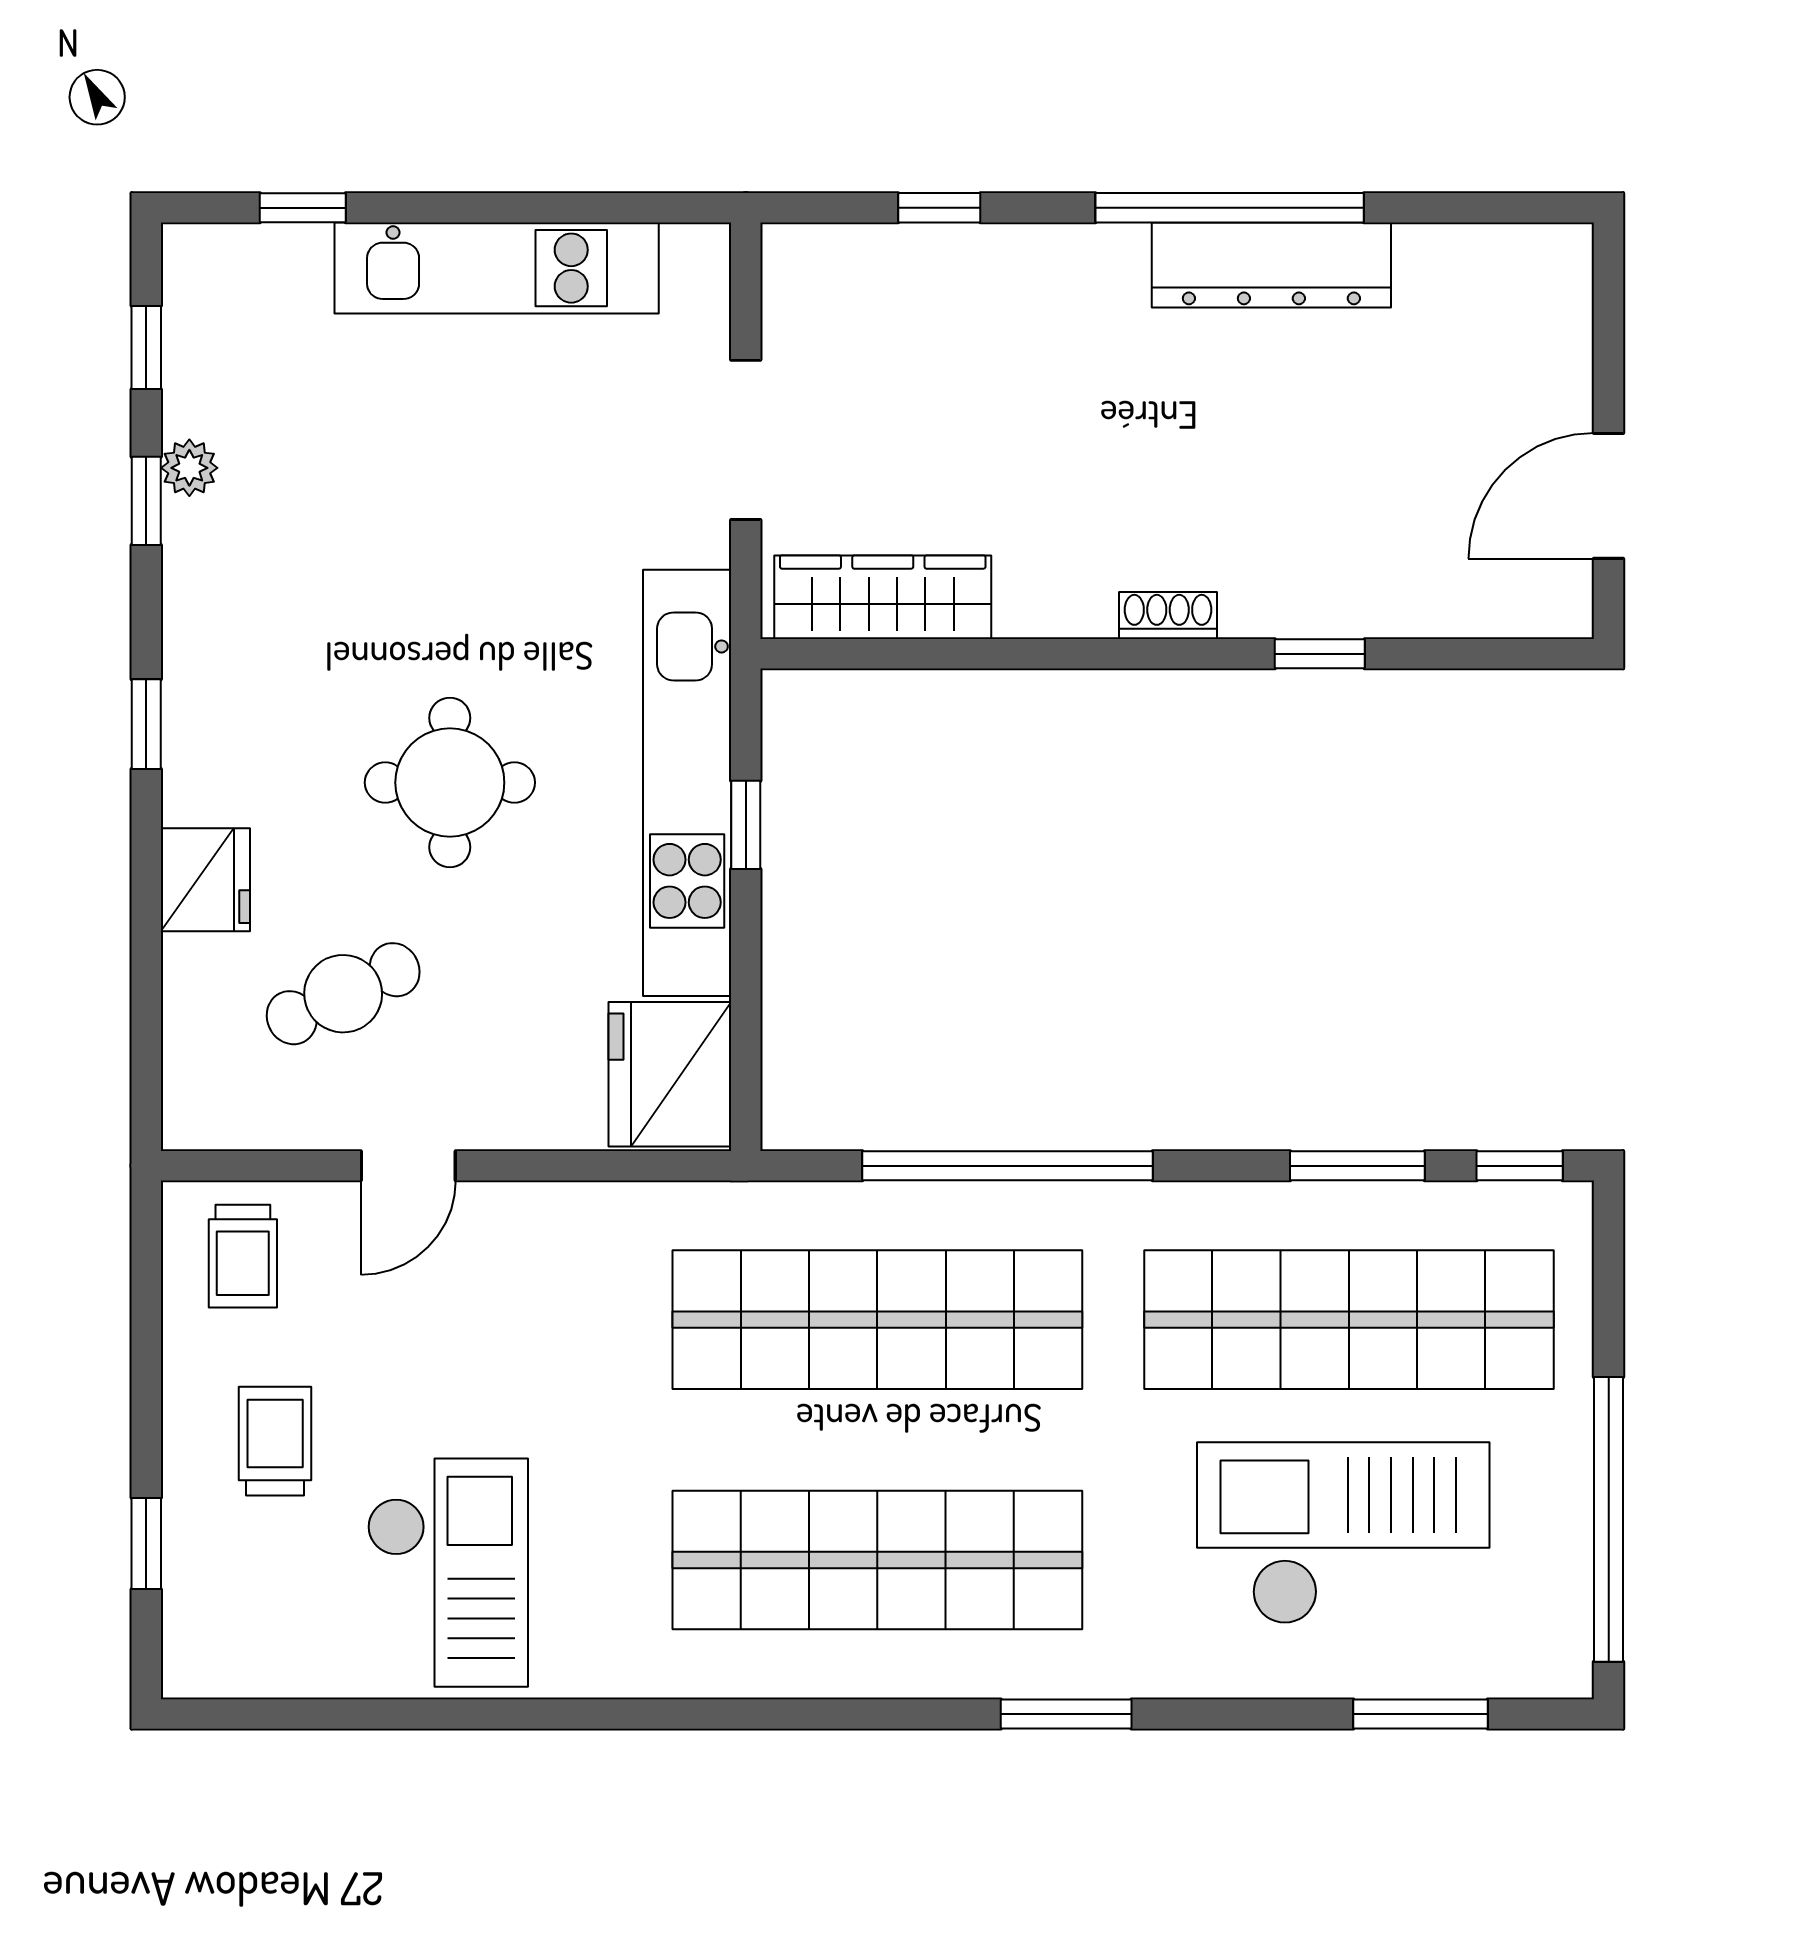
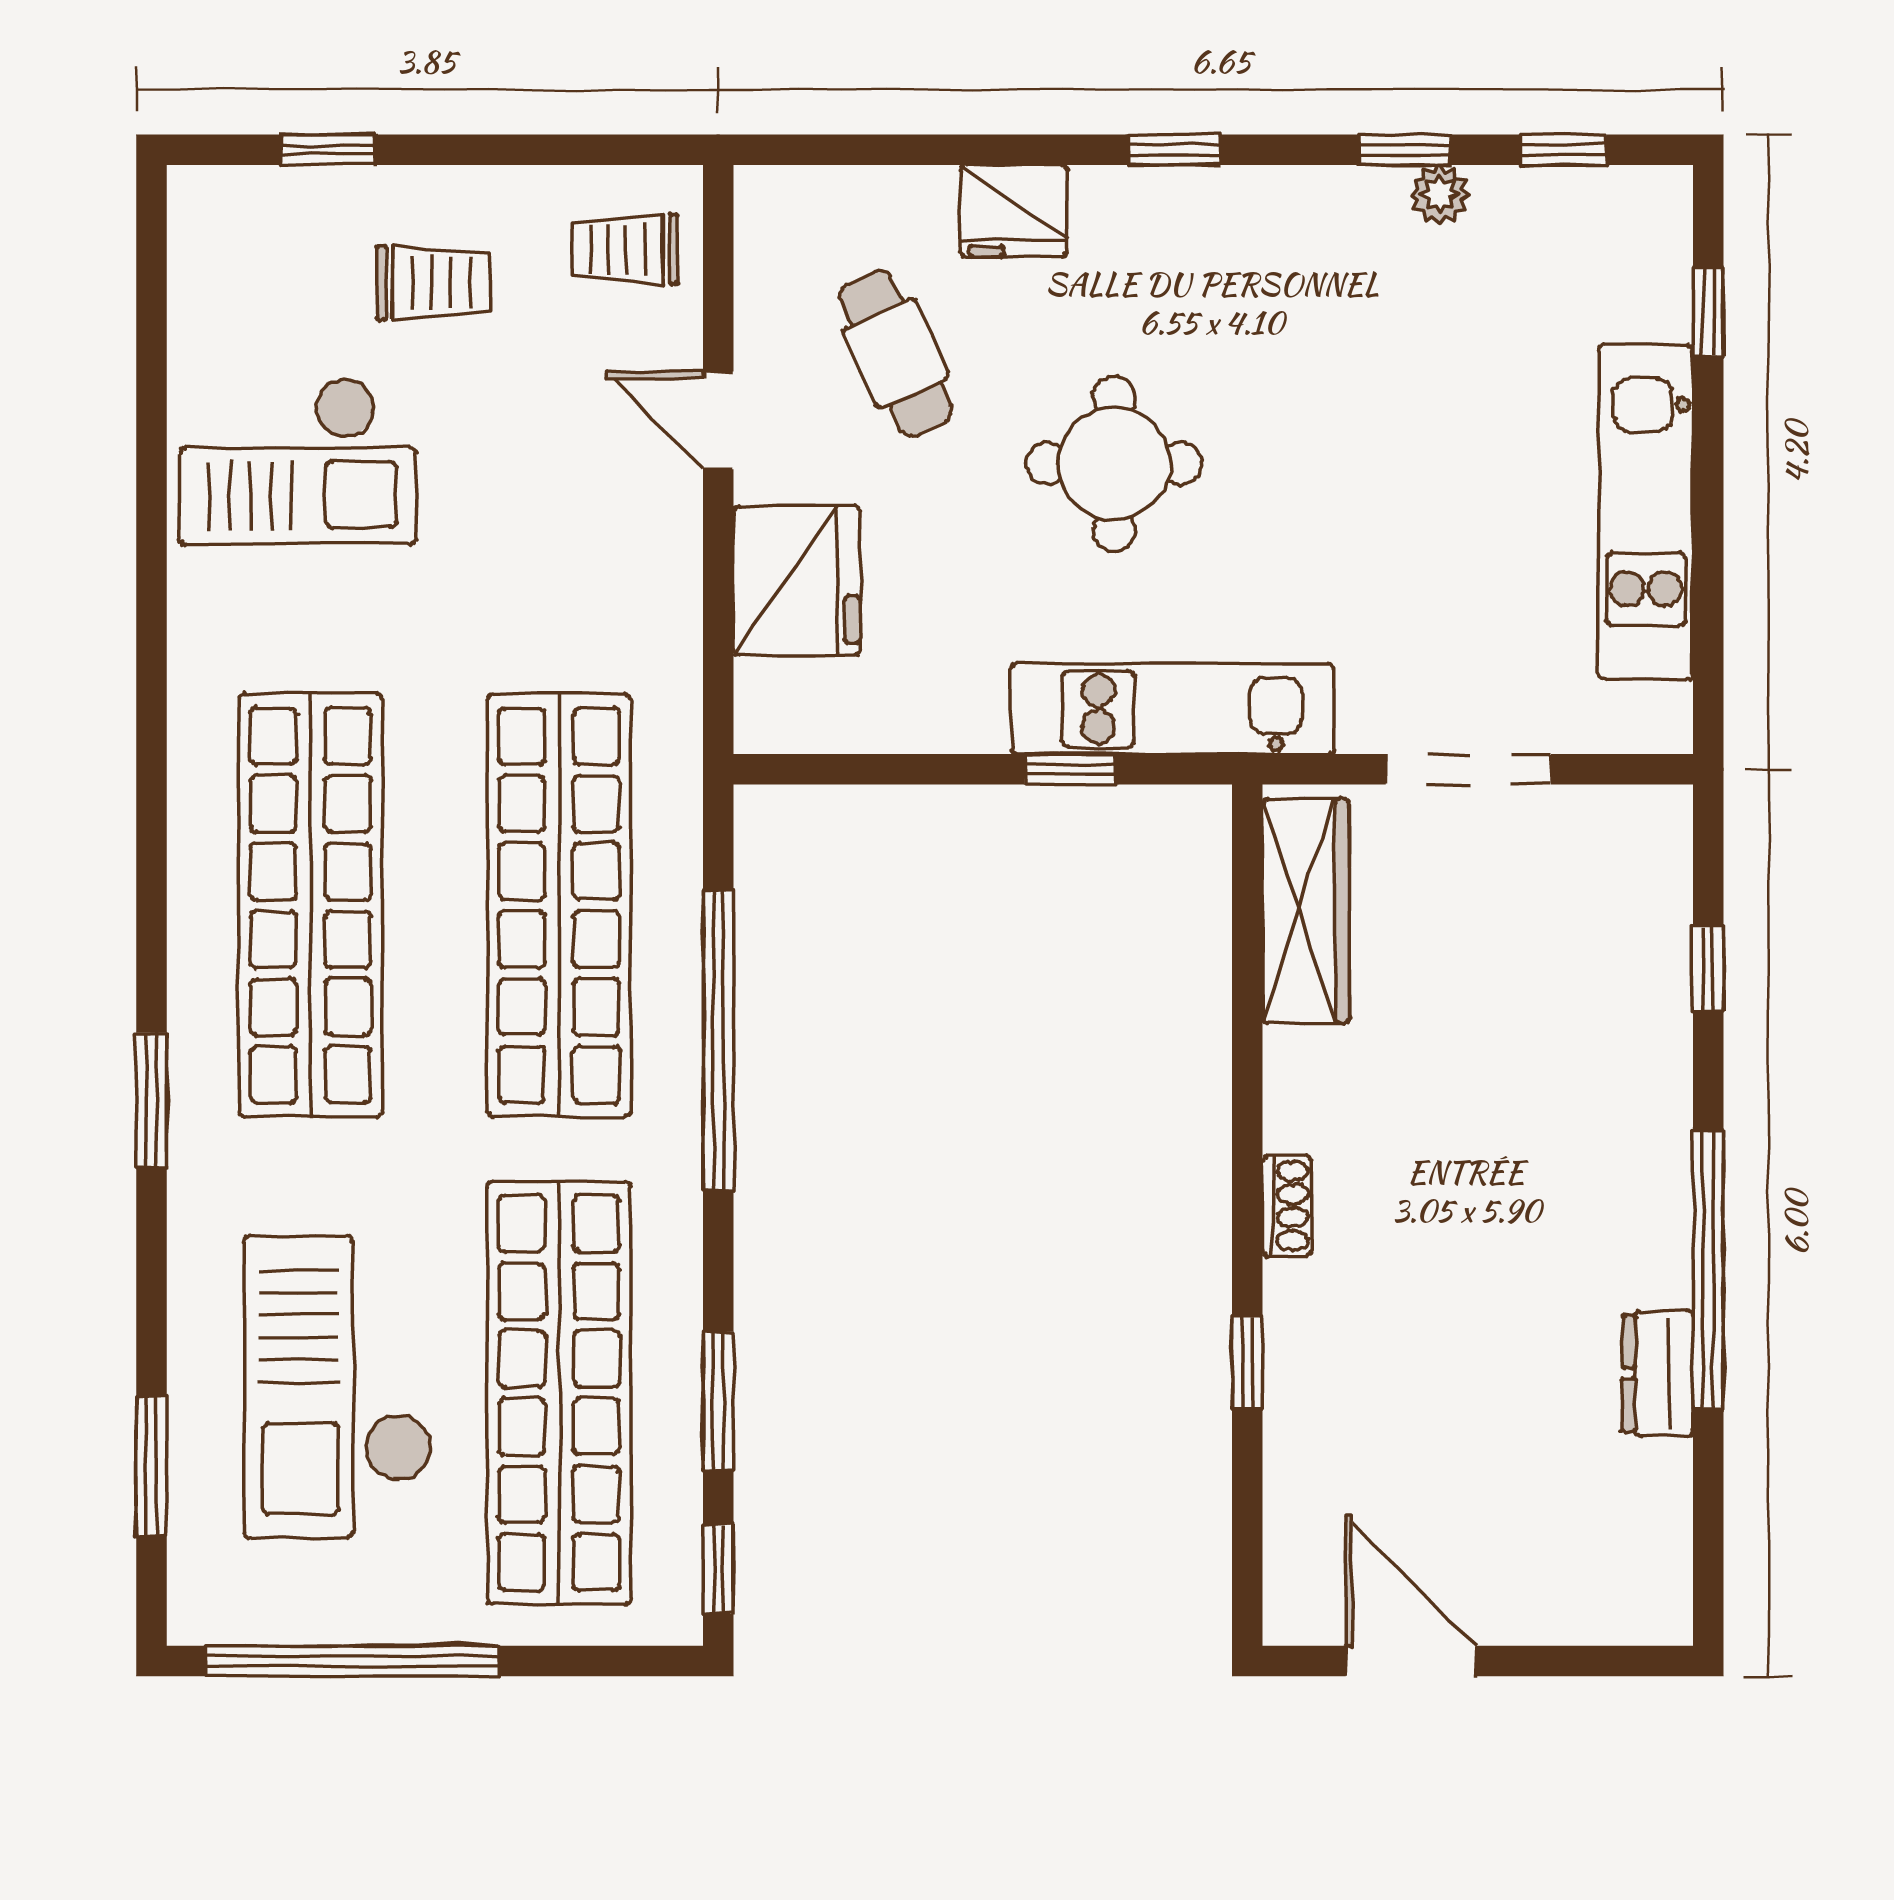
dresser: (1271, 265) -> (1658, 1373), width x0.51, depth x0.80
kitchen unit: (687, 783) -> (1173, 709), width x0.73
fridge: (670, 1074) -> (797, 580), moved, turned 90
checkout: (1343, 1533) -> (338, 1387), turned 180

